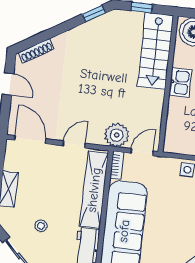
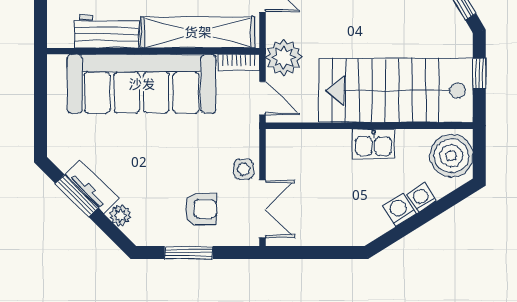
stairs: (155, 51) -> (396, 91), width x1.36, depth x1.51

